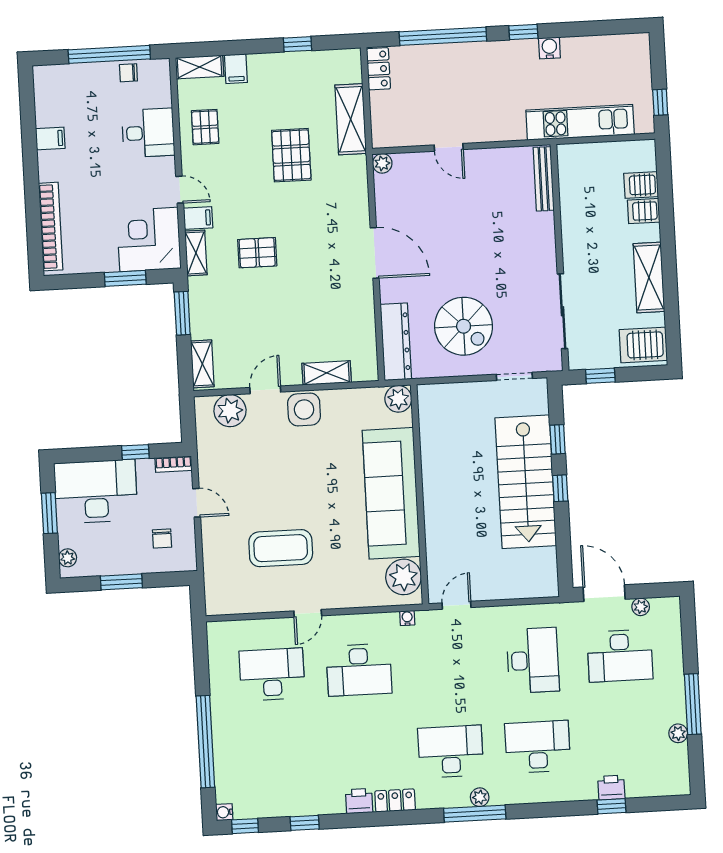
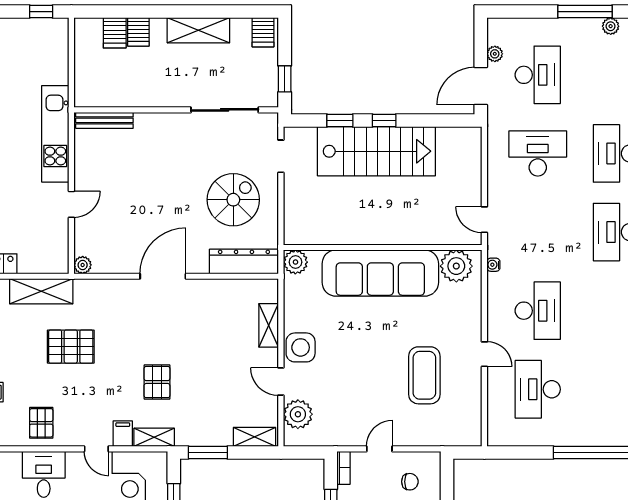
kitchen unit: (580, 122) -> (55, 134), moved
pallet: (205, 127) -> (41, 423), turned 90
door: (180, 190) -> (96, 449), swing flipped
server rack: (643, 345) -> (263, 32), width x0.73, depth x0.70

